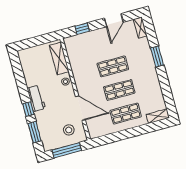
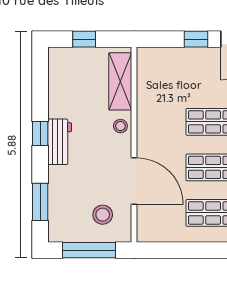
window: (82, 29) -> (196, 39), moved
window: (34, 42) -> (84, 39), added
window: (28, 109) -> (40, 133), moved

